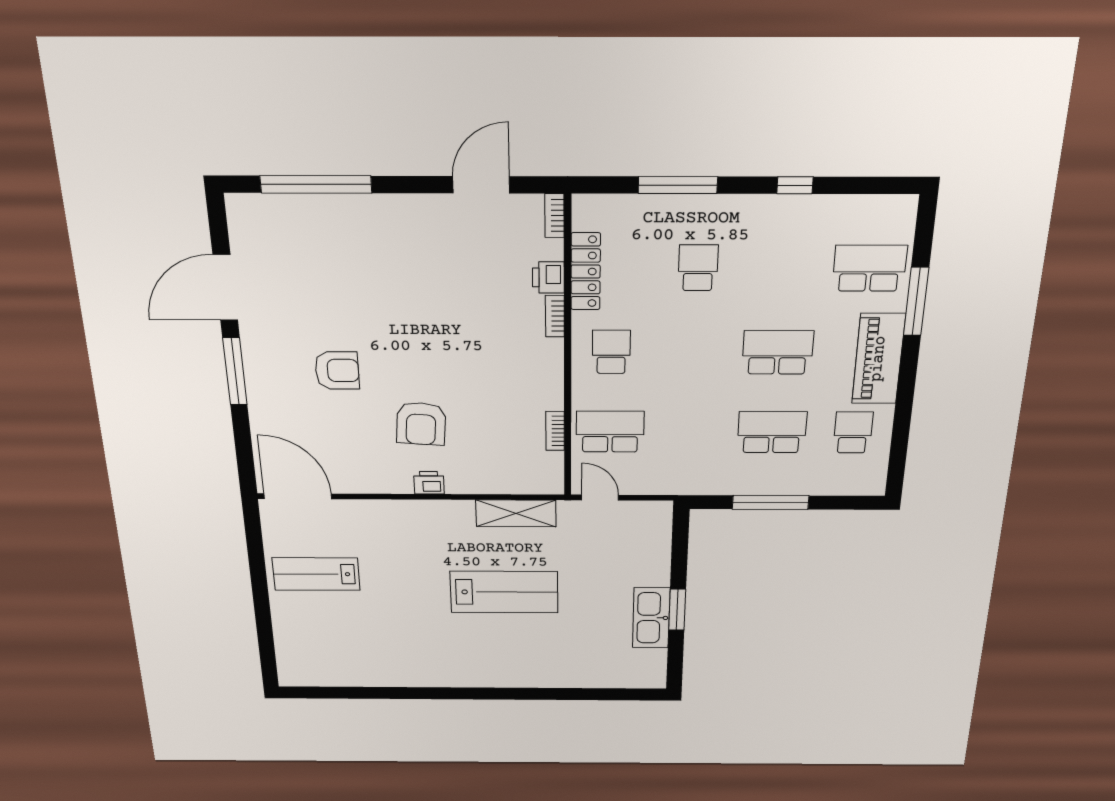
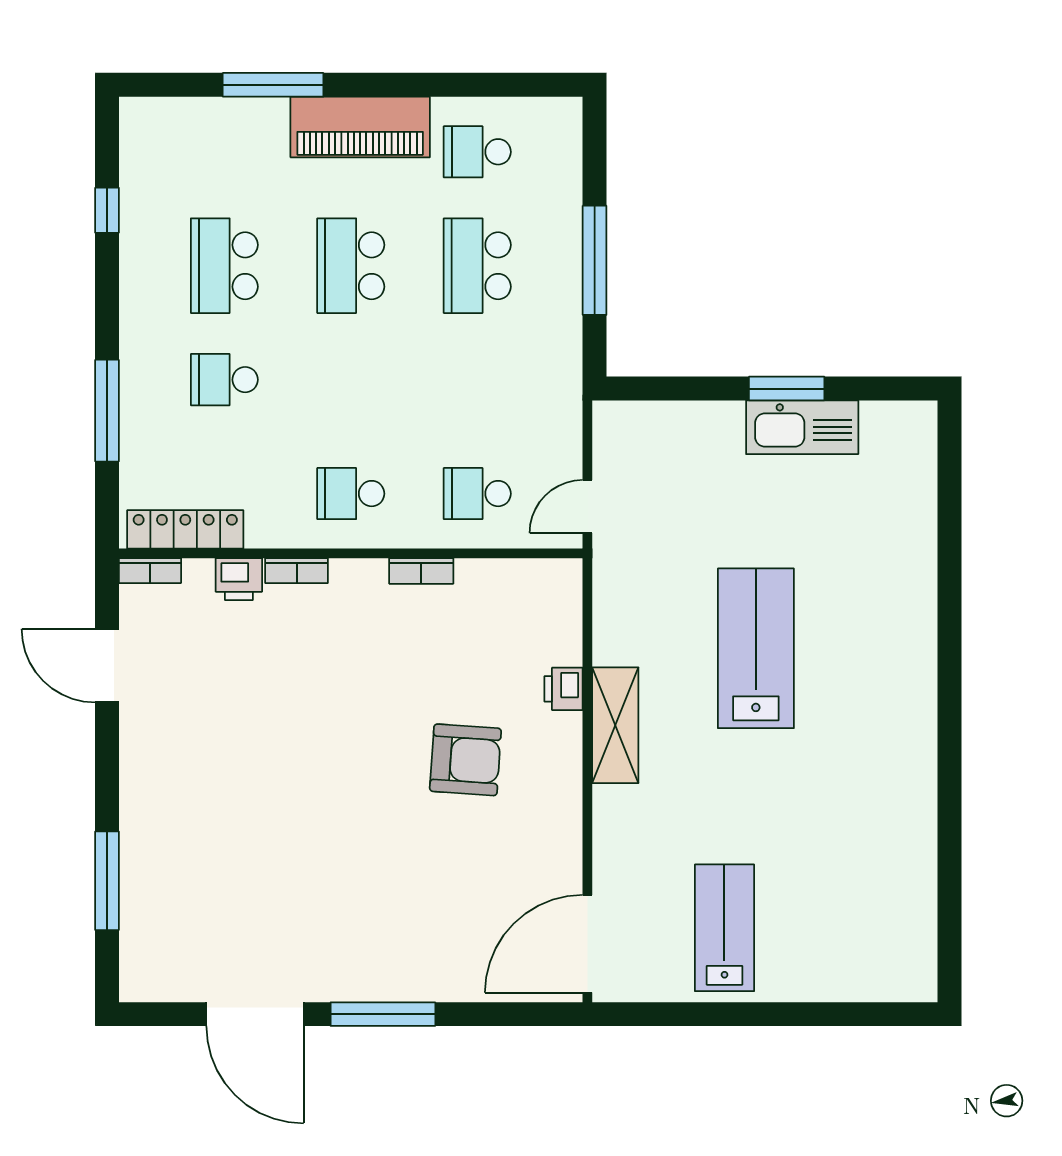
window: (316, 184) -> (107, 881), width x0.68
window: (795, 185) -> (107, 210), moved
school desk: (869, 268) -> (224, 266), moved
locker: (586, 271) -> (185, 529), moved
armchair: (337, 370) -> (381, 872), removed
bookcase: (555, 431) -> (421, 571), moved
school desk: (610, 432) -> (477, 494), width x0.54
printer: (429, 483) -> (563, 689), moved
shelving: (516, 513) -> (615, 725), moved
lab bench: (316, 574) -> (724, 928), turned 180

